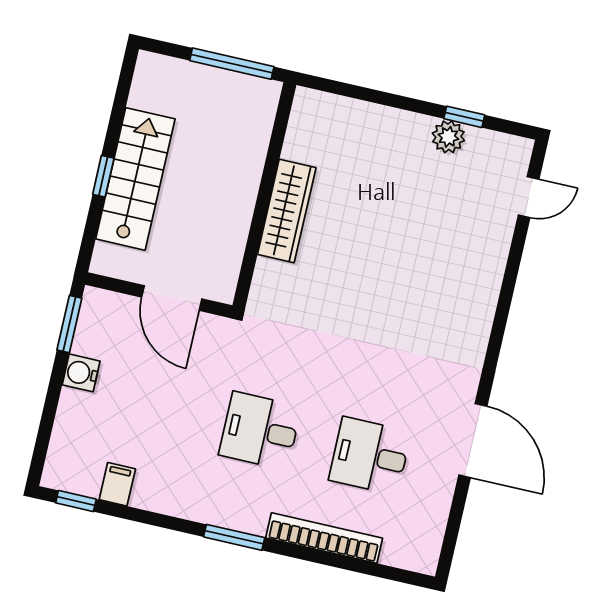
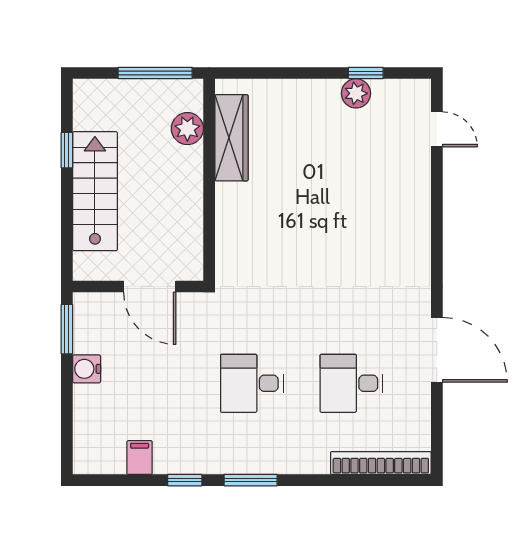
plant: (253, 133) -> (187, 129), added
window: (103, 176) -> (67, 150), moved
door: (529, 197) -> (437, 129), hinge flipped
wardrobe: (287, 211) -> (232, 138), moved
window: (76, 501) -> (185, 480), moved
bookcase: (324, 538) -> (381, 463), moved

